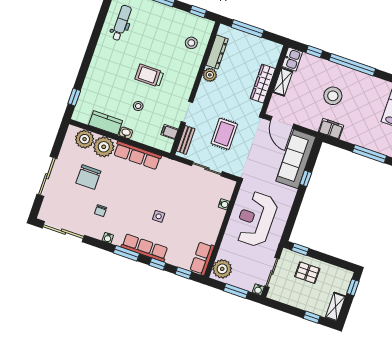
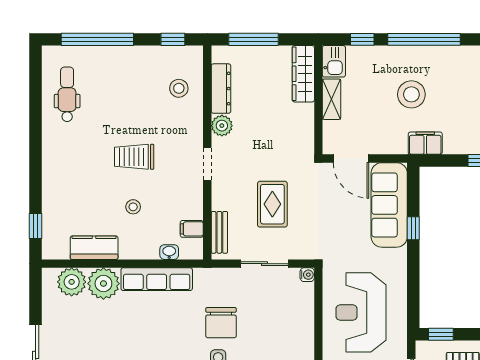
wardrobe: (263, 84) -> (303, 74), moved
doorway: (187, 112) -> (207, 164), moved
washbasin: (126, 133) -> (169, 252), moved
chair: (88, 177) -> (221, 323), moved
water cooler: (224, 204) -> (307, 275), moved

